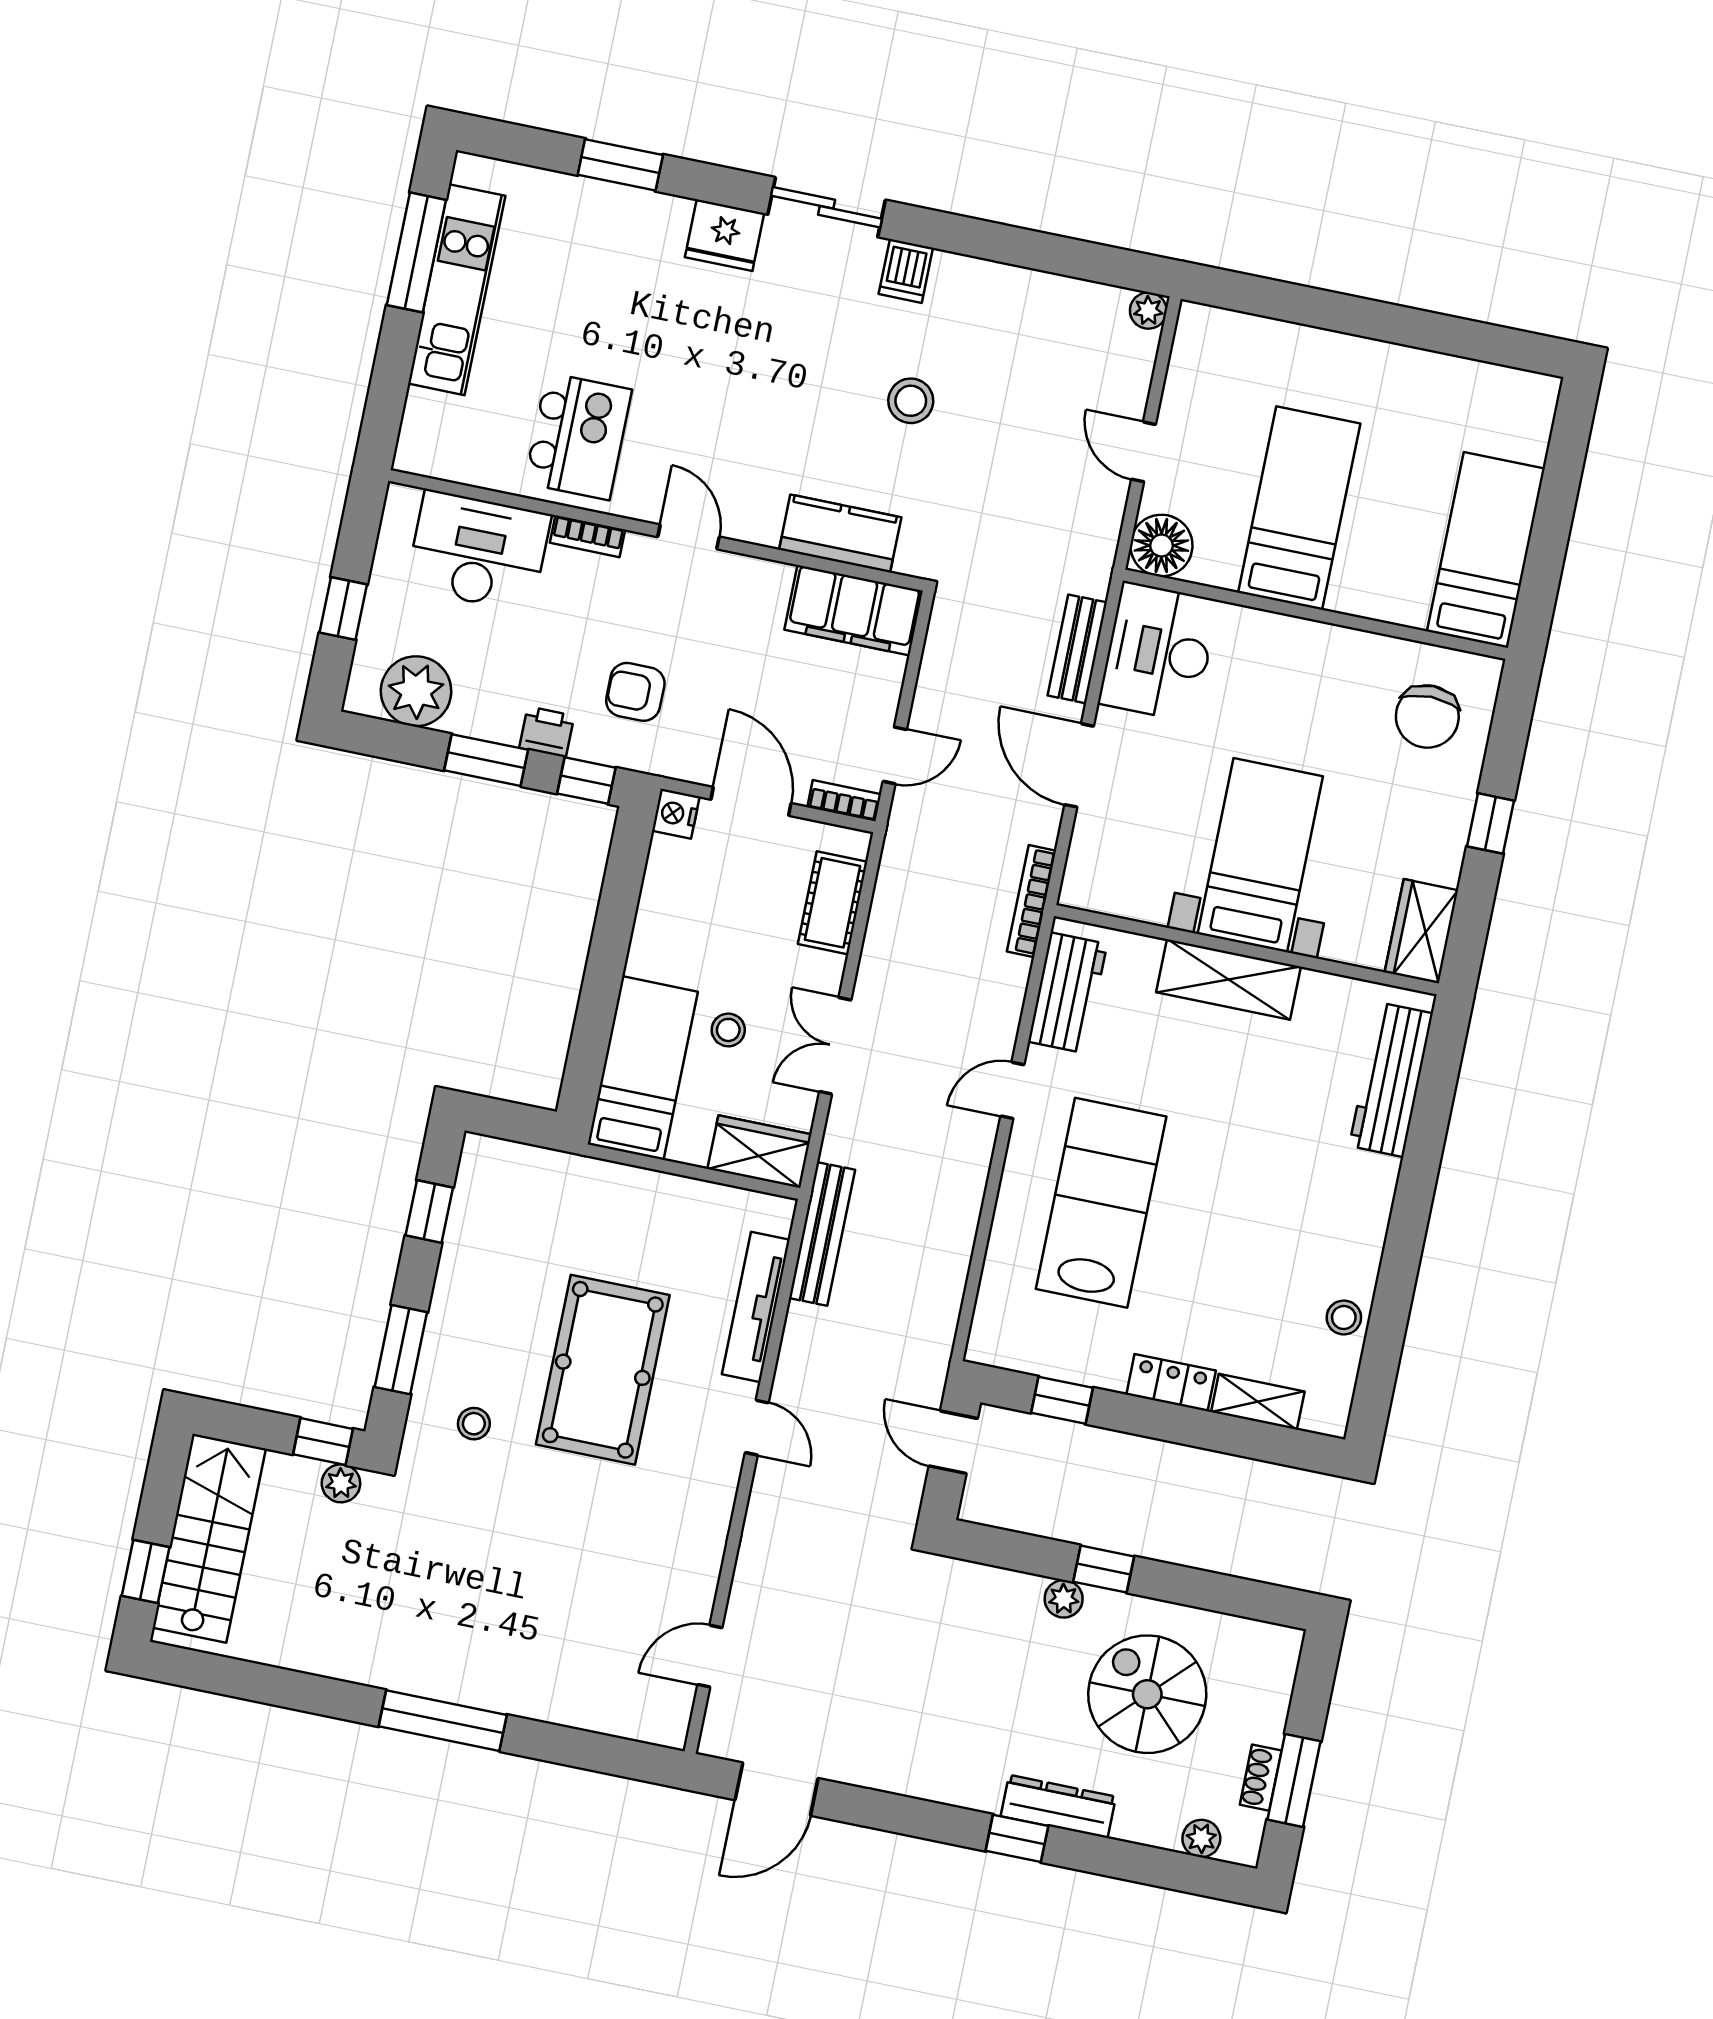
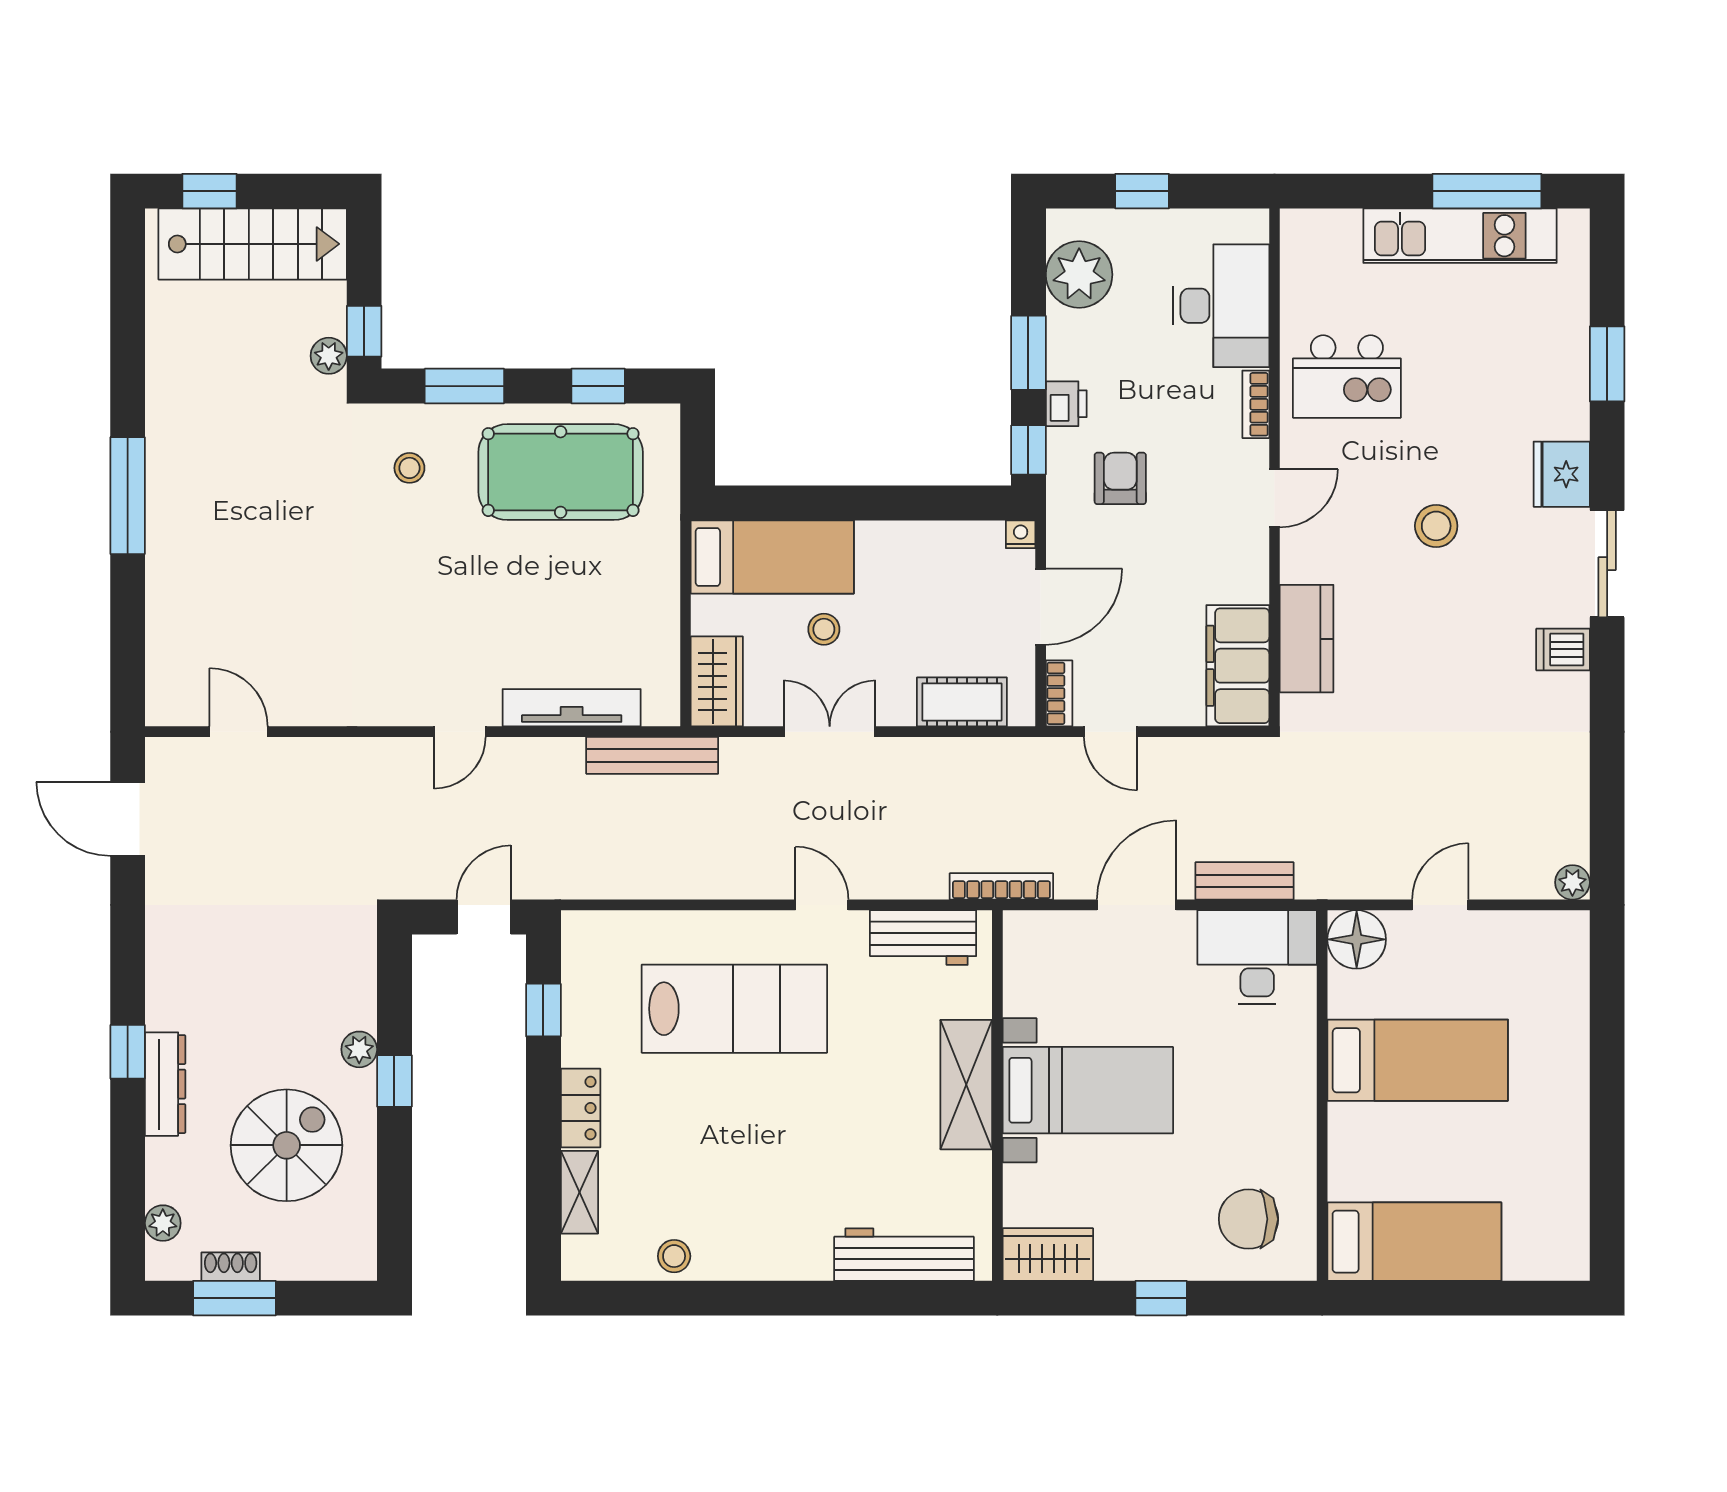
stool: (911, 401) -> (1436, 526), moved
nightstand: (676, 814) -> (1021, 534), width x0.72, depth x0.74
pool table: (603, 1370) -> (561, 472), moved

